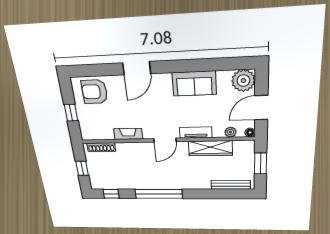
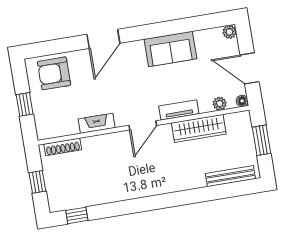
plant: (243, 81) -> (230, 32), width x0.53, depth x0.53
door: (261, 108) -> (249, 68), hinge flipped
window: (159, 194) -> (140, 205), removed

